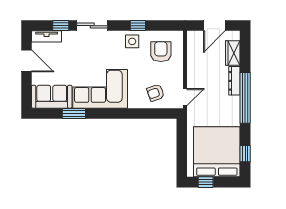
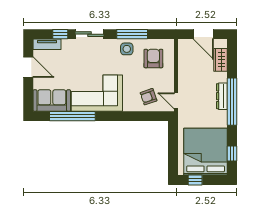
window: (138, 26) -> (132, 34), width x2.17
door: (214, 26) -> (203, 34), hinge flipped
dresser: (234, 81) -> (222, 96), moved
door: (185, 97) -> (176, 101), swing flipped
window: (74, 114) -> (72, 116), width x2.11

